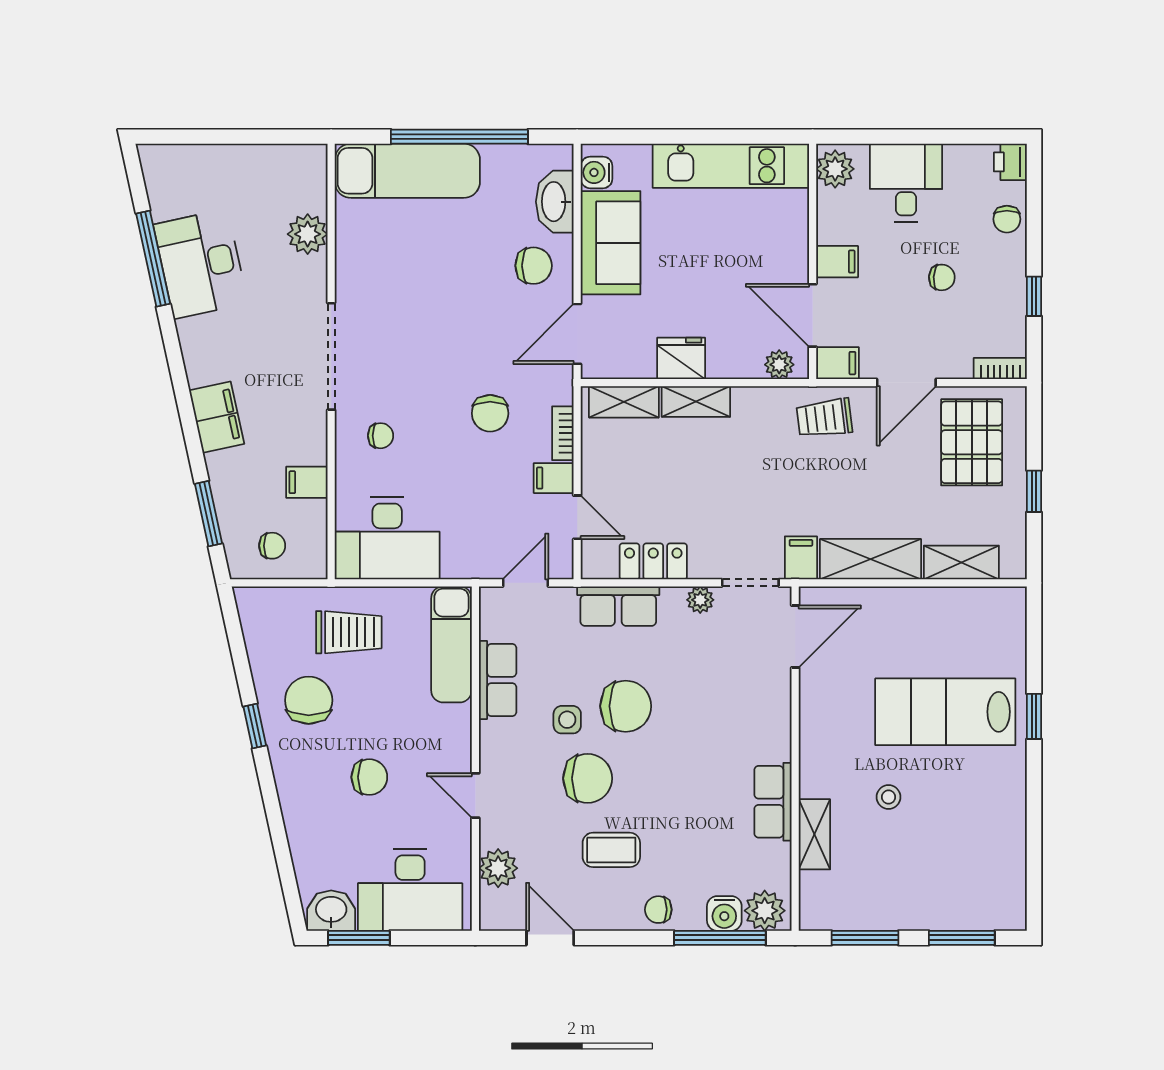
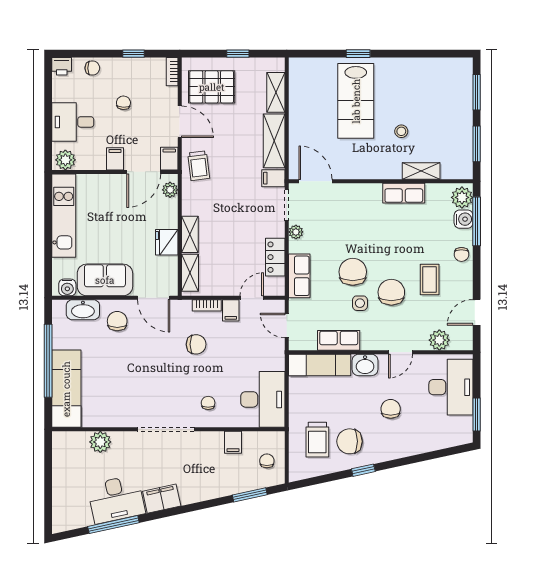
filing cabinet: (217, 417) -> (162, 499), moved
trolley: (349, 632) -> (317, 440), moved, turned 180
washbasin: (331, 911) -> (365, 365), moved, turned -90

